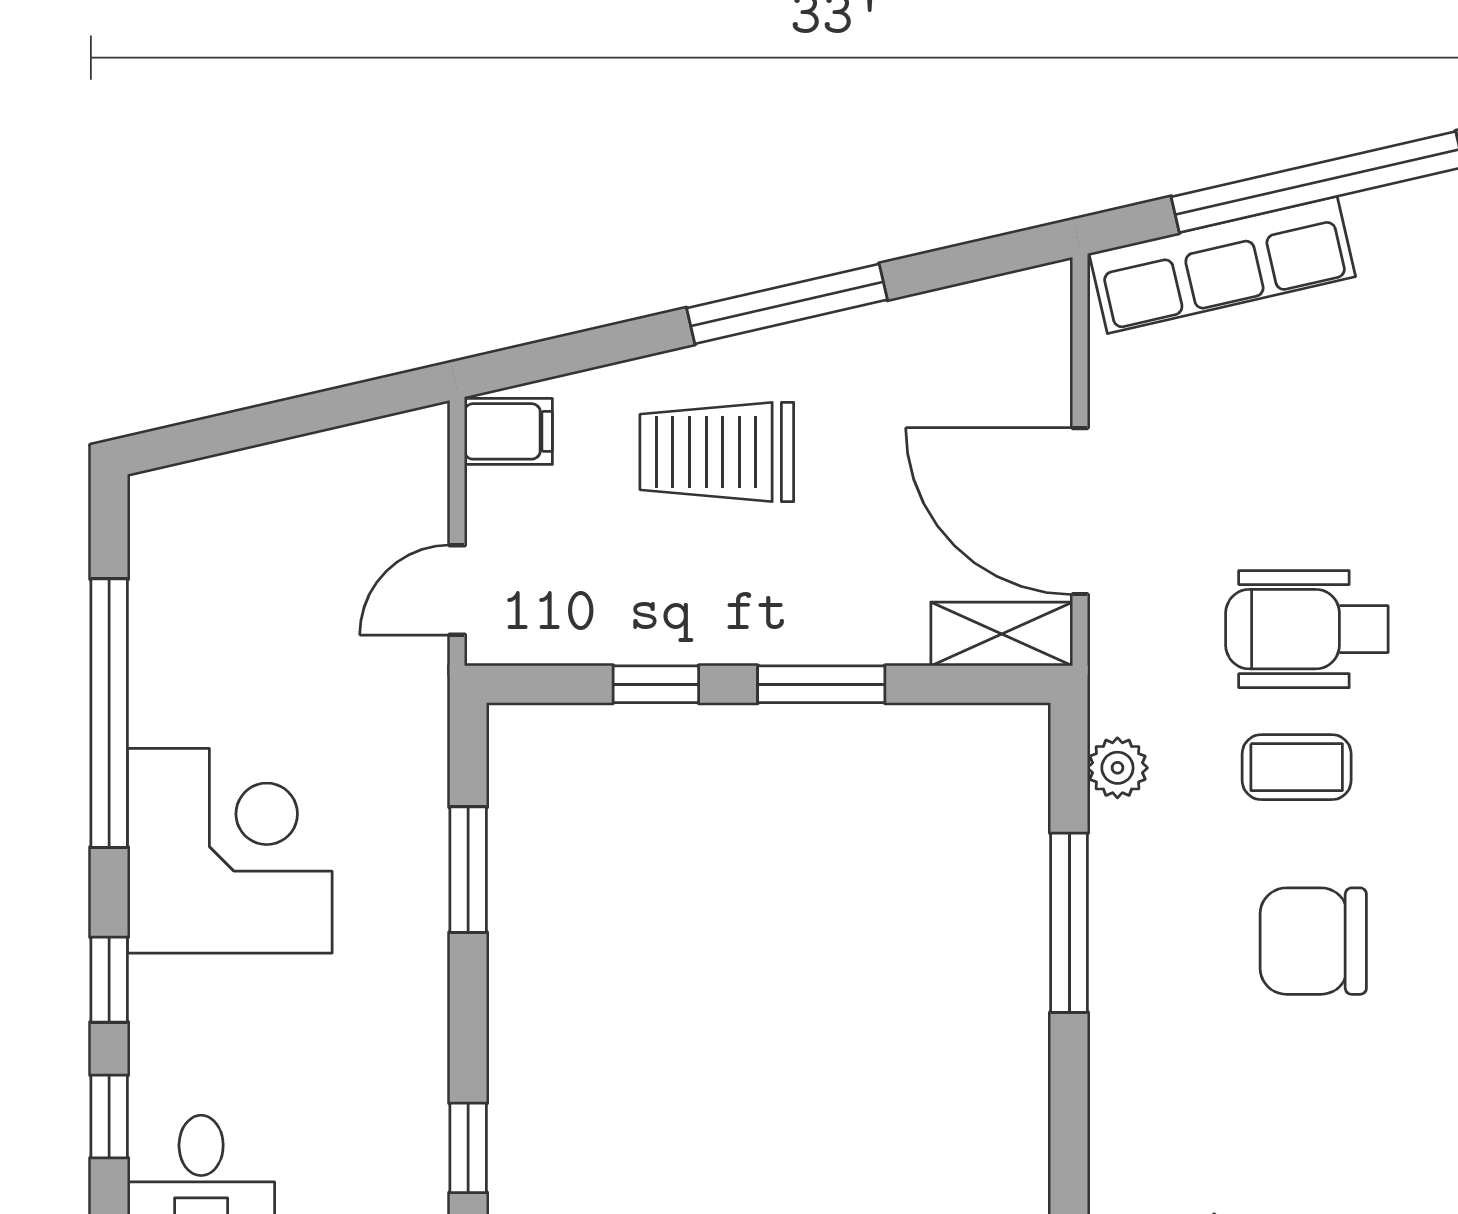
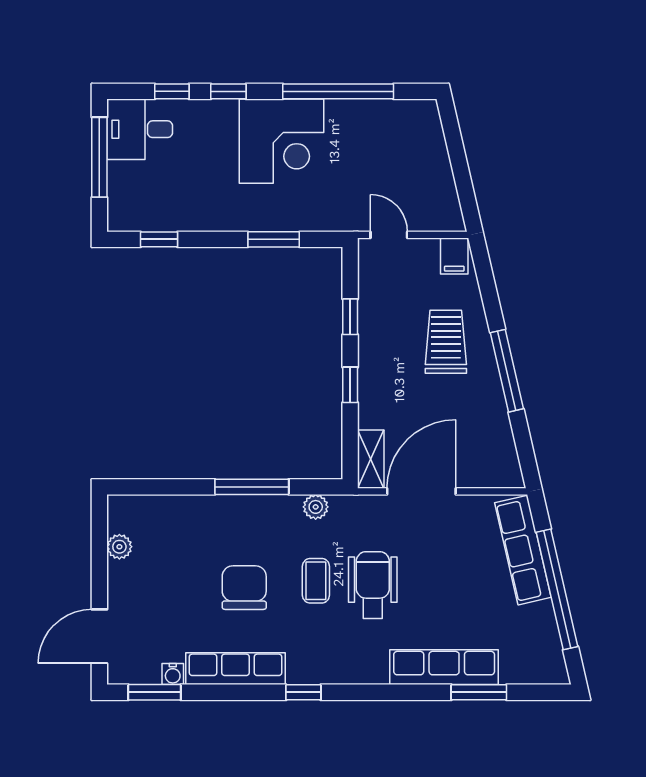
window: (821, 684) -> (350, 385), width x0.67

